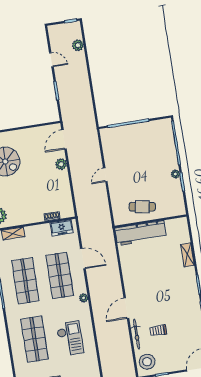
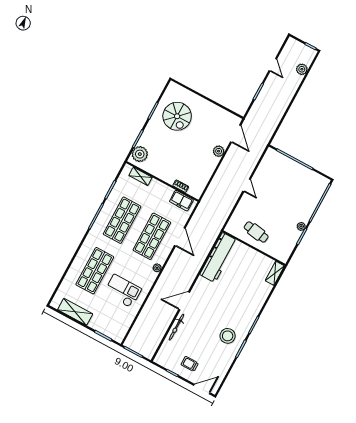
door: (64, 139) -> (236, 134), swing flipped
door: (105, 175) -> (247, 185), swing flipped
workbench: (141, 233) -> (219, 258), moved, turned -90
shelving: (187, 255) -> (275, 273), moved
trolley: (158, 331) -> (190, 364), moved
checkout: (70, 338) -> (123, 291), turned -90
stool: (147, 362) -> (228, 336), moved

